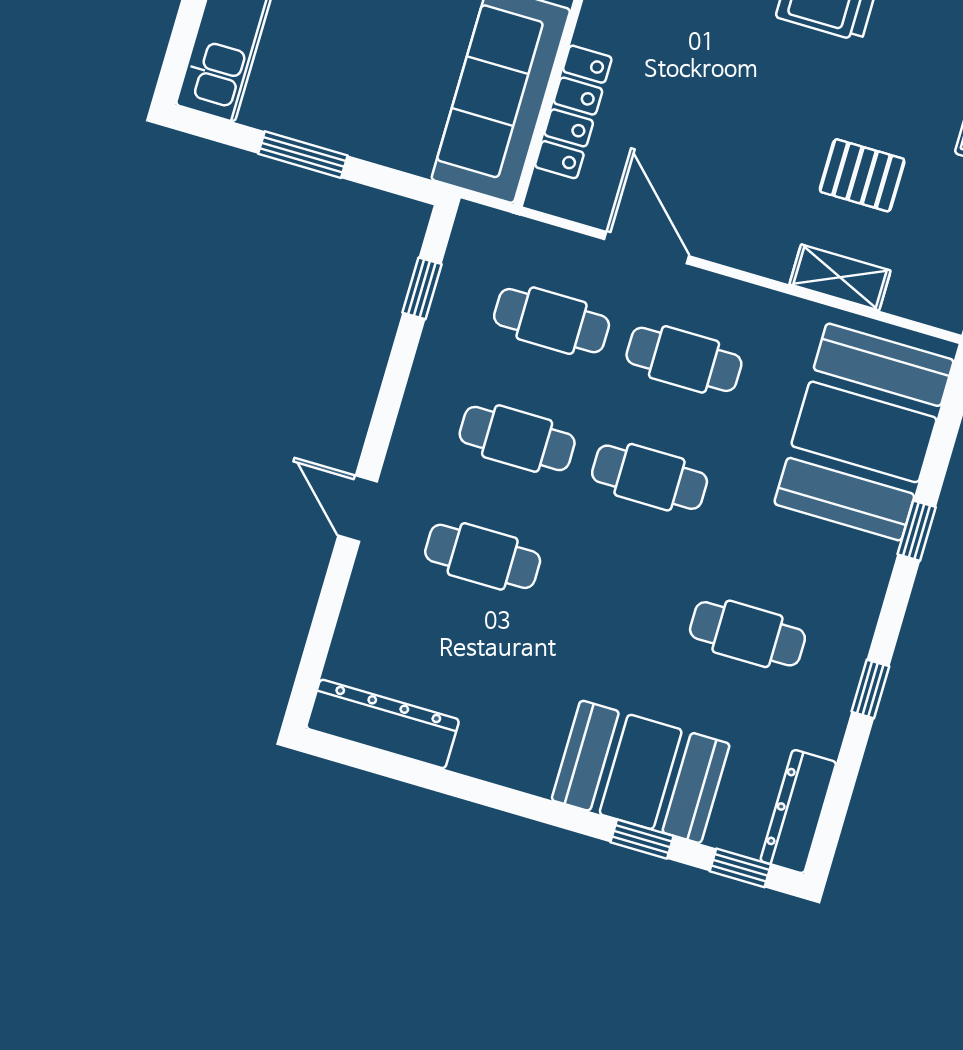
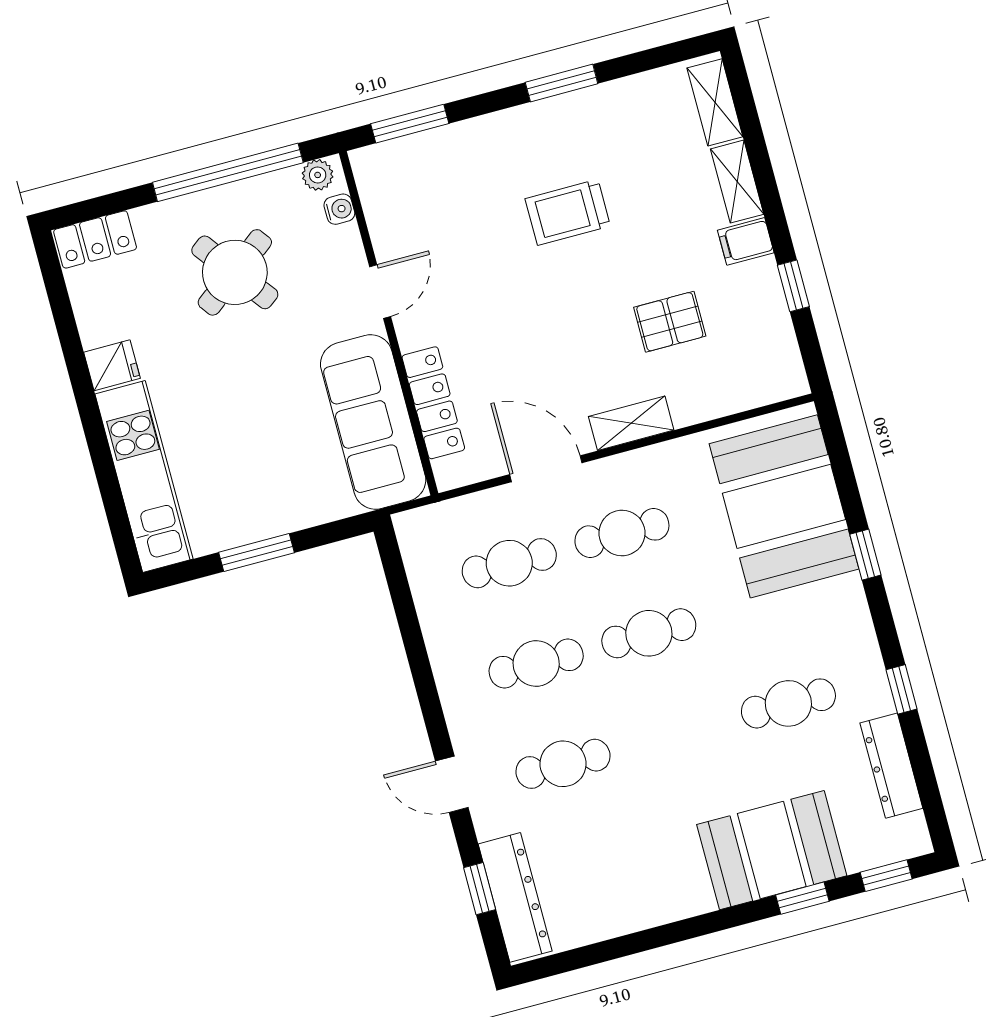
shelving: (840, 277) -> (631, 423), moved
window: (422, 288) -> (480, 889), moved
dresser: (383, 724) -> (515, 897), moved, turned 90
dresser: (798, 812) -> (891, 766), moved

